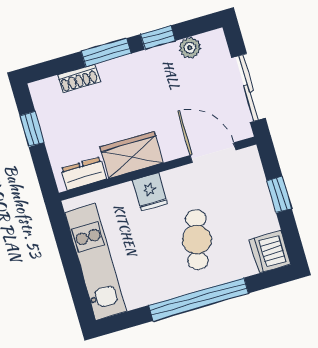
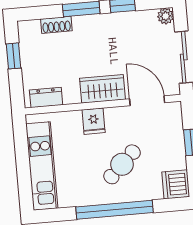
plant: (190, 48) -> (166, 16), moved
wardrobe: (131, 155) -> (102, 89), moved
cafe table: (197, 240) -> (122, 164), turned 33

